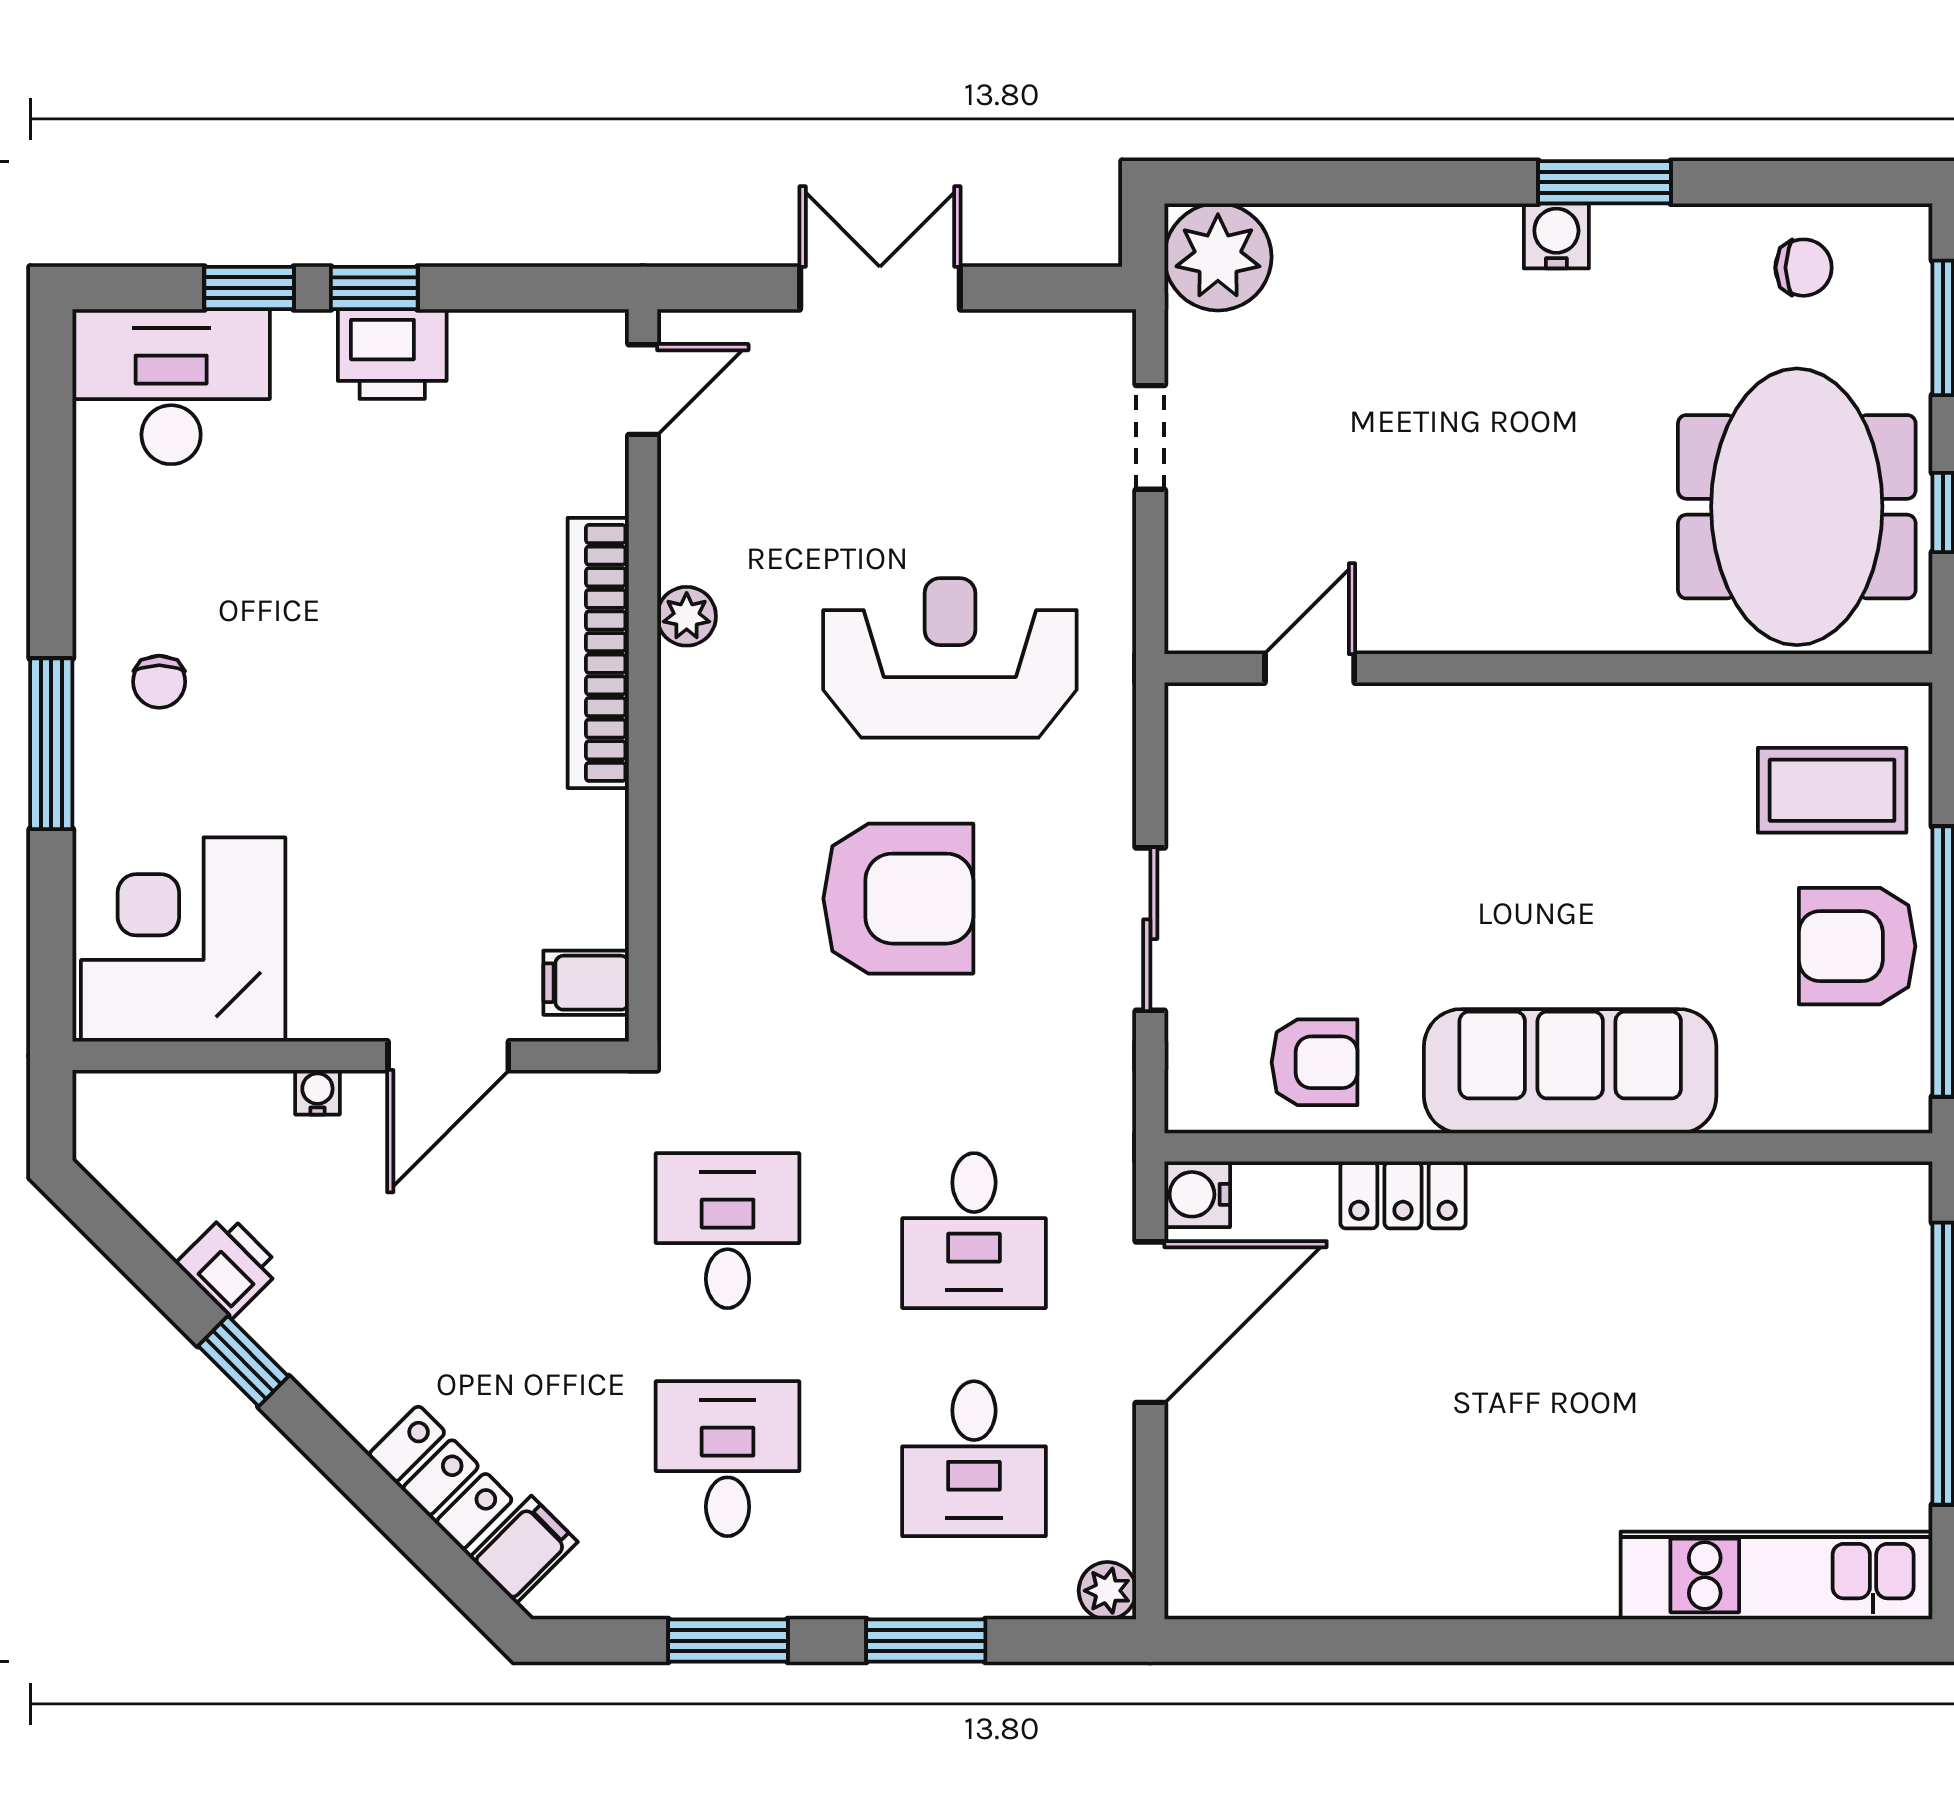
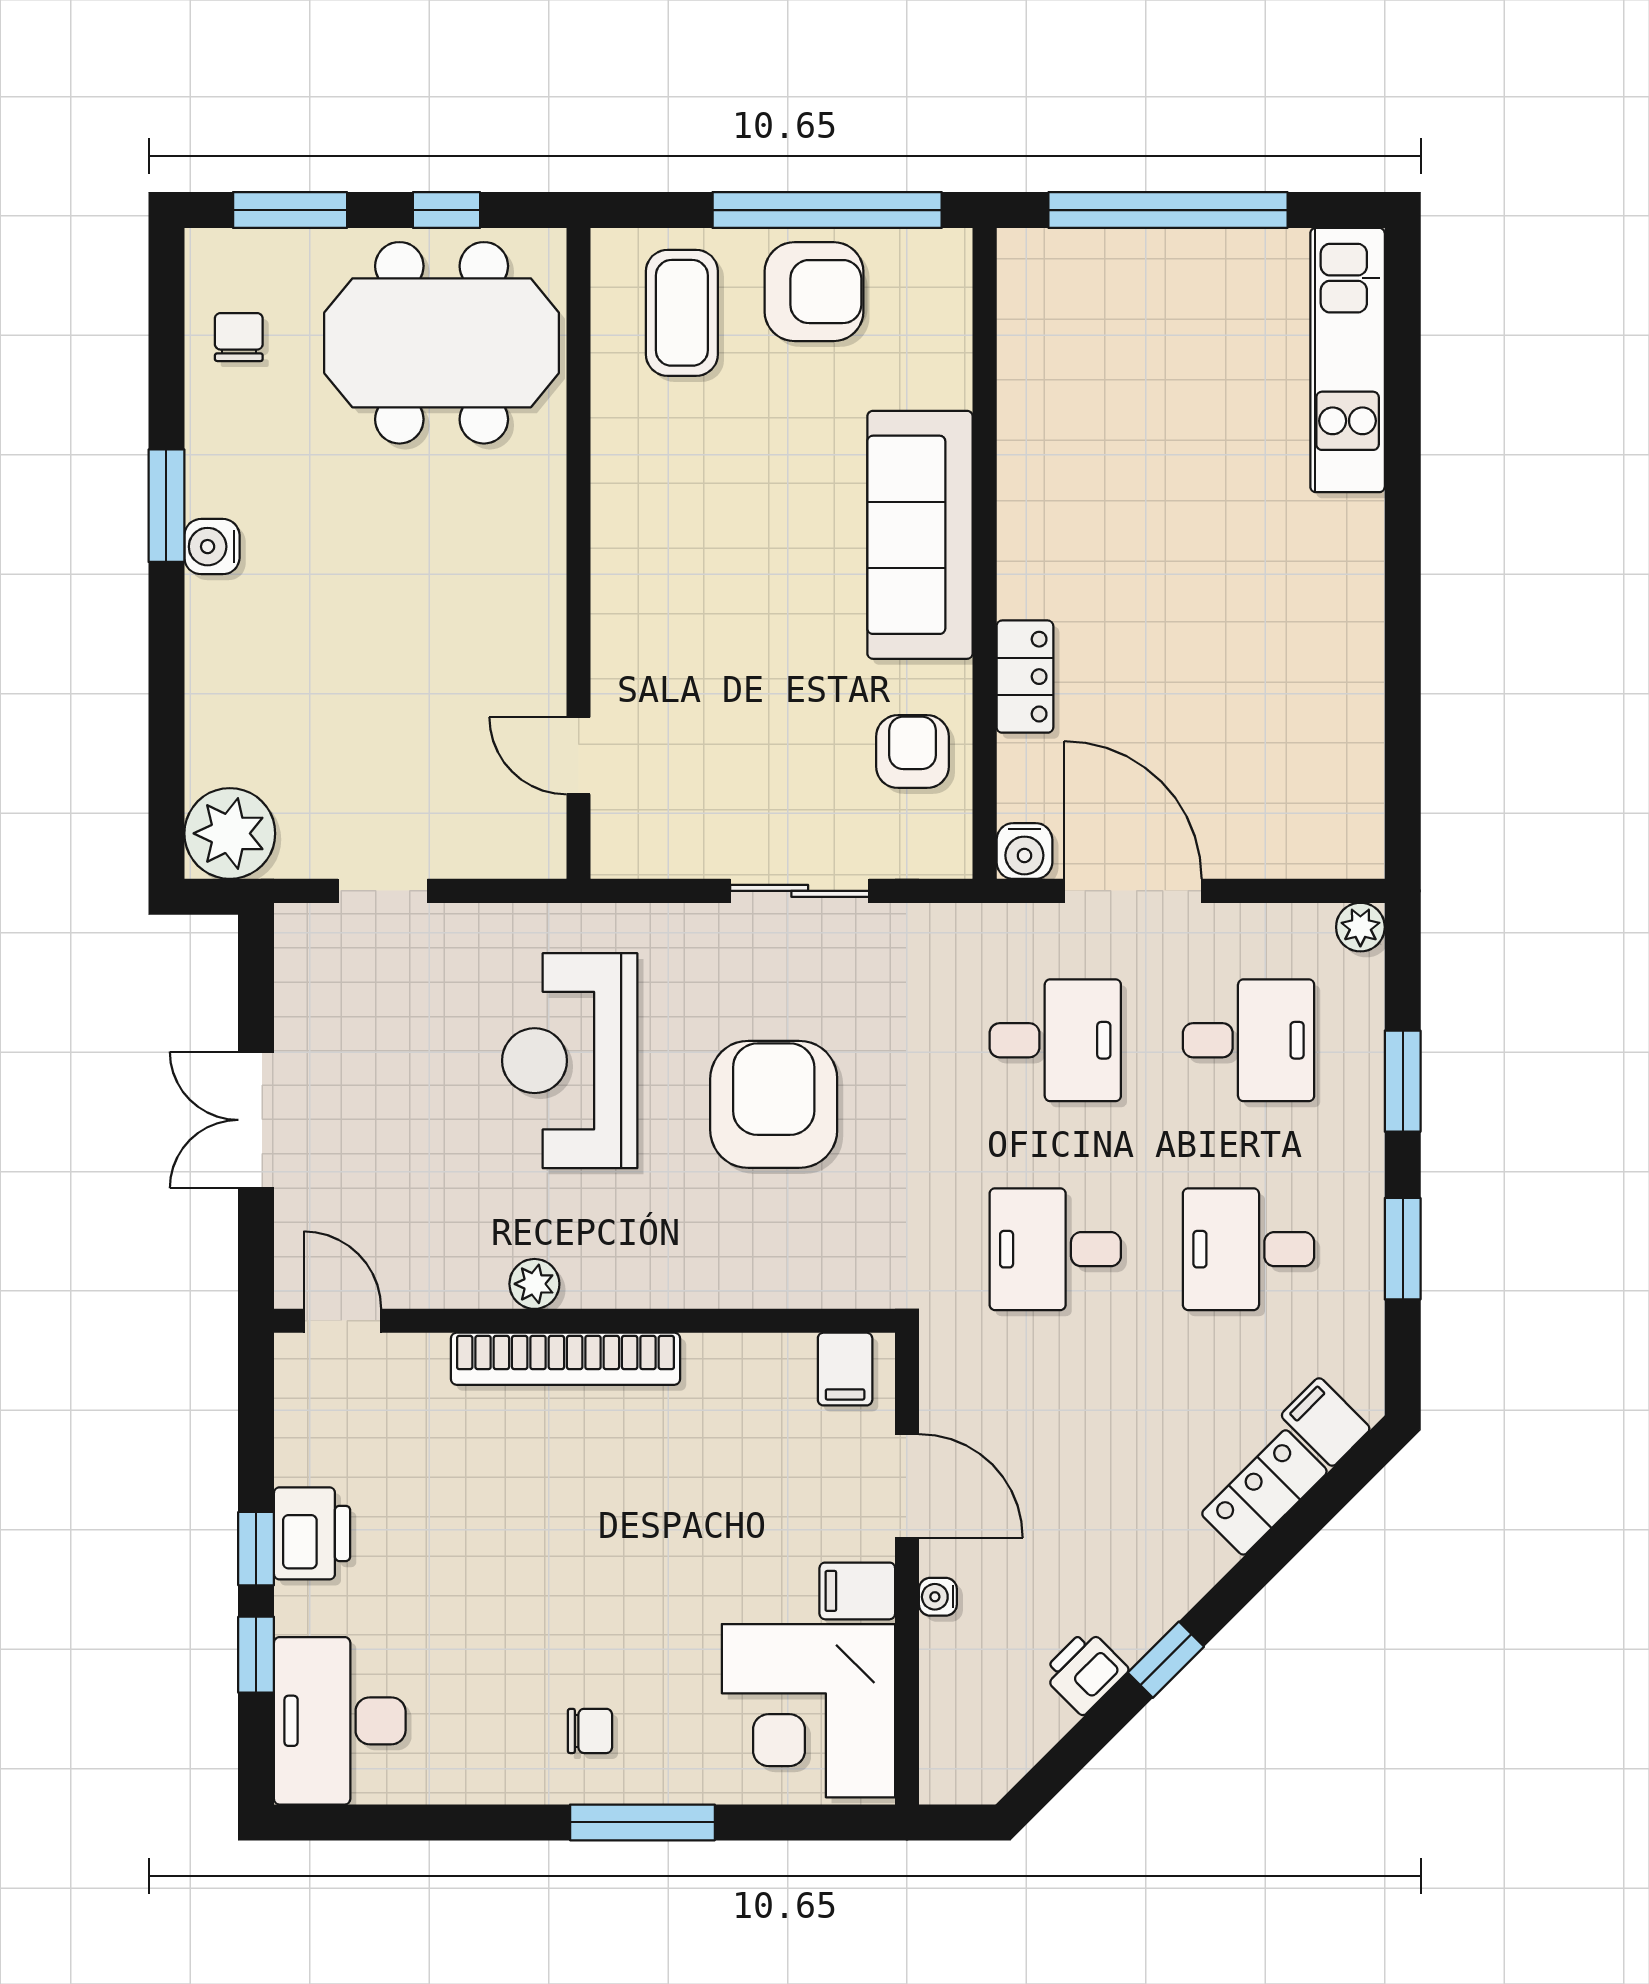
armchair: (1857, 946) -> (814, 292), turned -90
filing cabinet: (324, 997) -> (857, 1591), added

